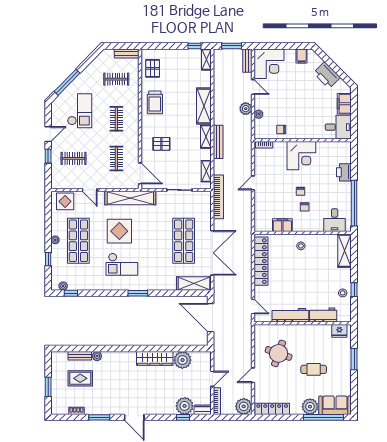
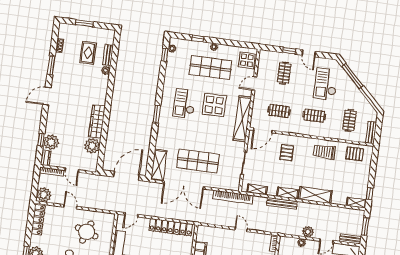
checkout: (80, 111) -> (326, 84), turned 90

